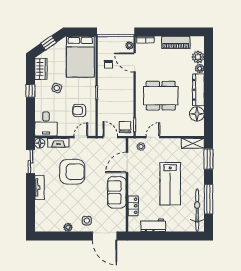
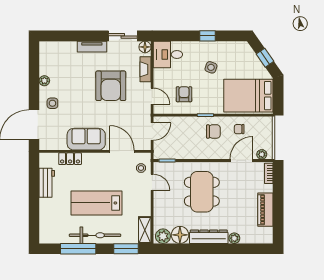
plant: (198, 57) -> (163, 236), moved
wardrobe: (41, 69) -> (234, 48), removed
chair: (125, 127) -> (213, 131), moved
bicycle: (197, 210) -> (95, 235), moved

